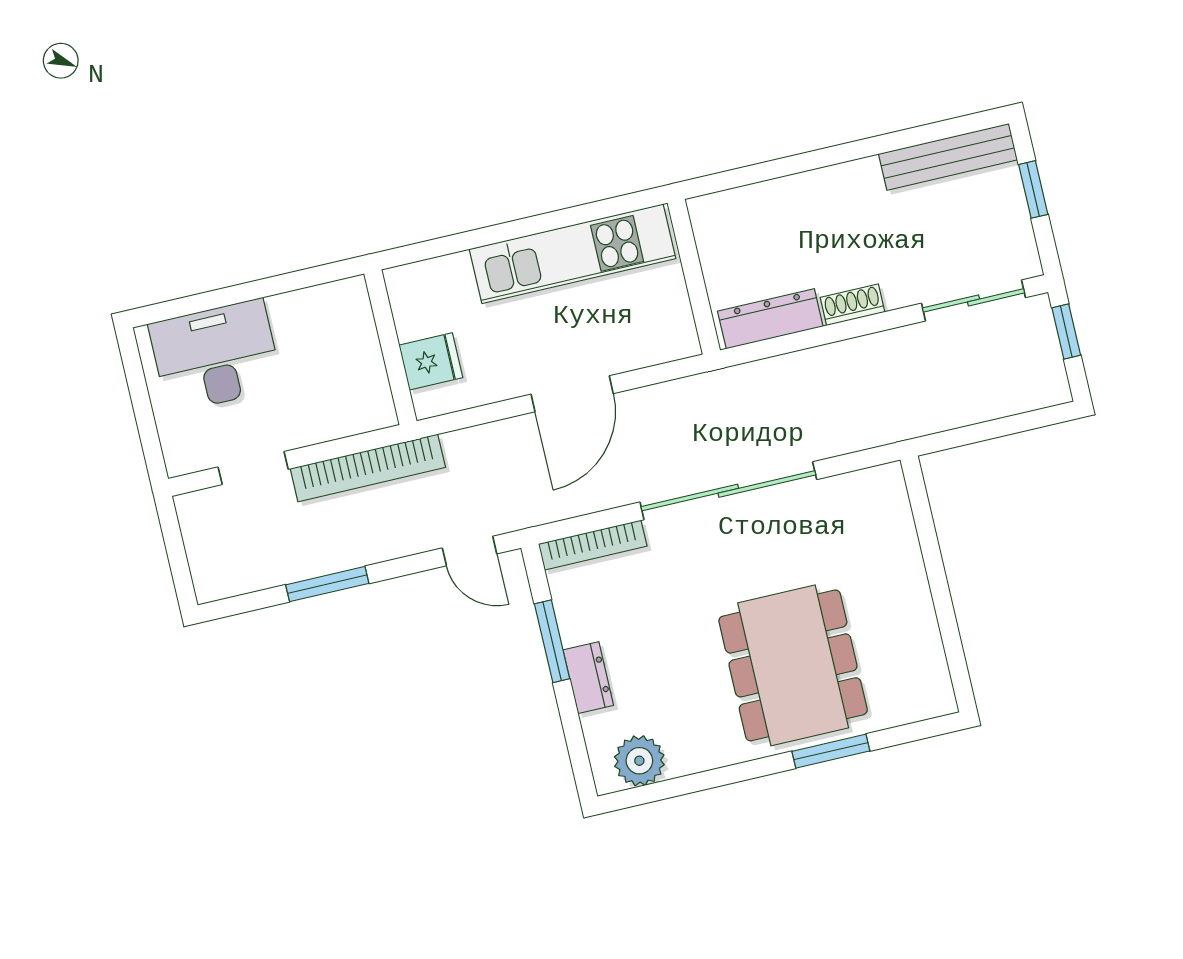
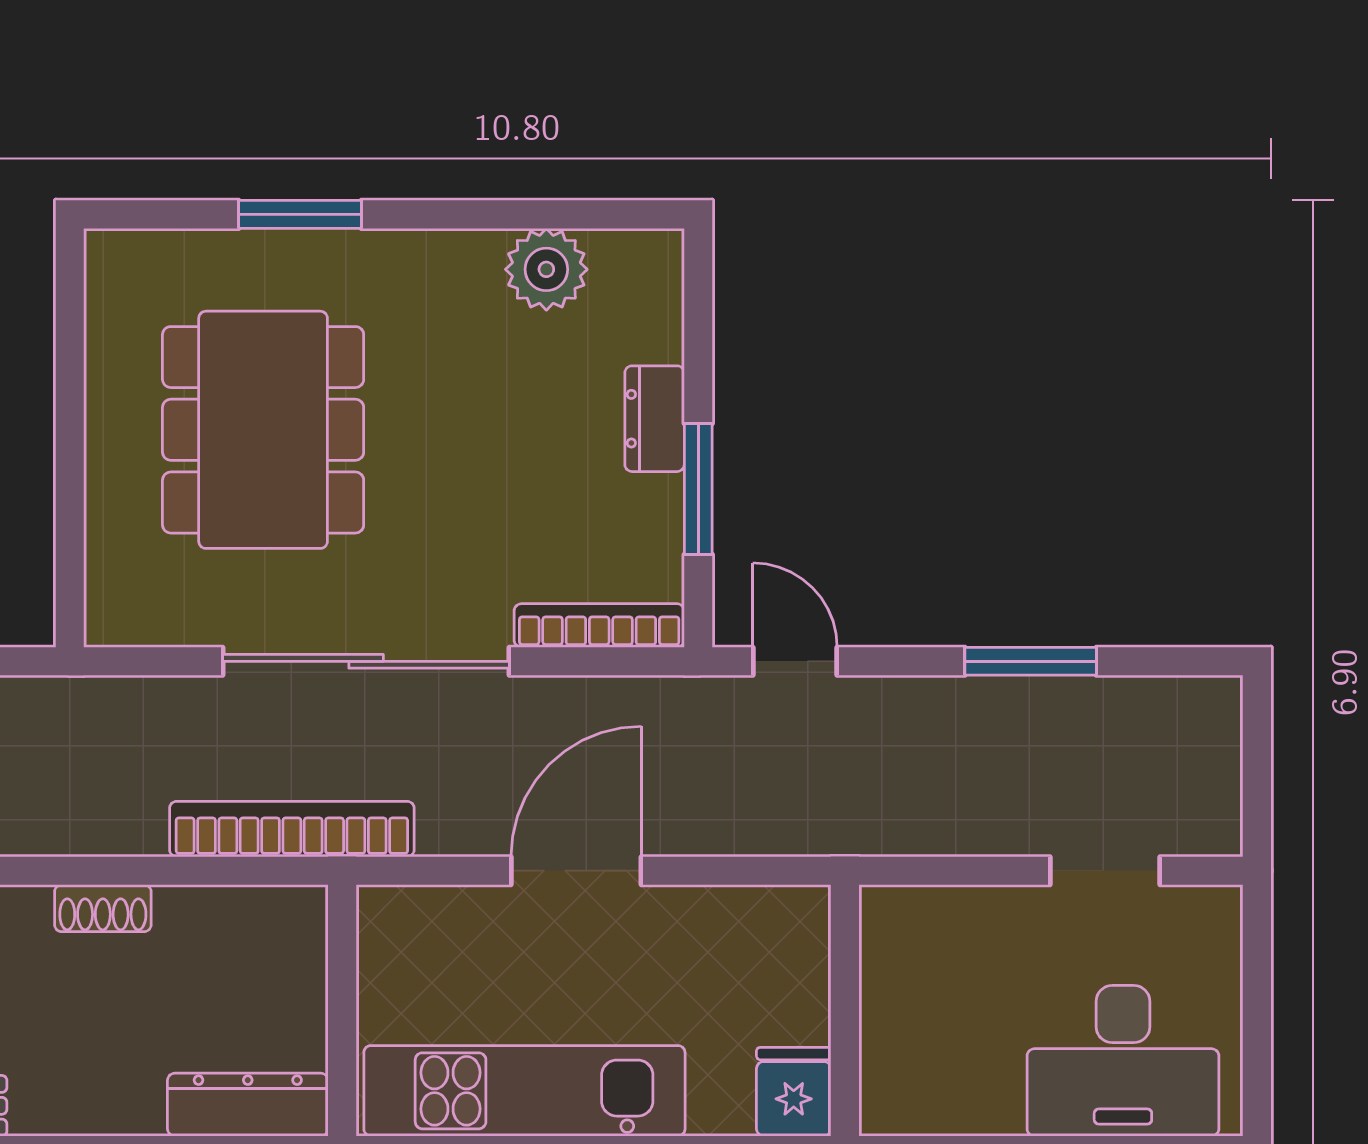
dresser: (770, 319) -> (248, 1105), moved, turned 180
fridge: (431, 361) -> (794, 1092), moved, turned 90
bookcase: (368, 468) -> (292, 829), moved
dining table: (793, 665) -> (263, 430), moved
plant: (639, 761) -> (546, 269), moved

